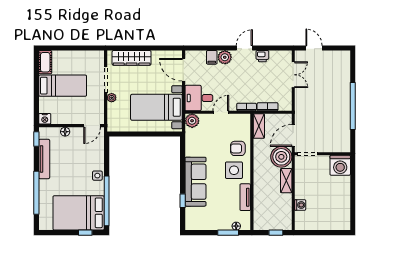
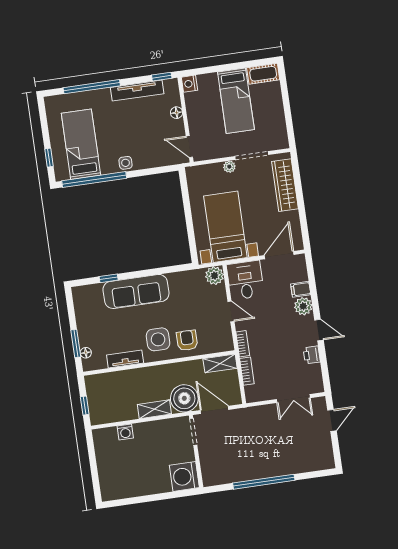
bed: (79, 213) -> (81, 144), width x0.67

